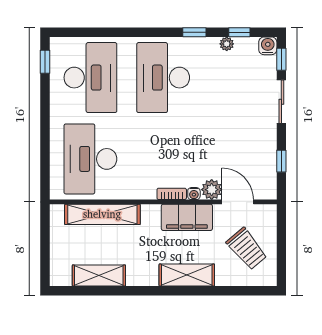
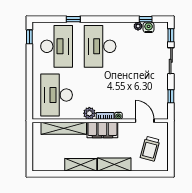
window: (194, 32) -> (73, 19), moved
water cooler: (268, 46) -> (149, 27), moved
plant: (212, 190) -> (89, 113), moved
filing cabinet: (187, 217) -> (102, 130), moved
trolley: (247, 249) -> (150, 149), turned 55
shelving: (99, 276) -> (81, 165), moved

